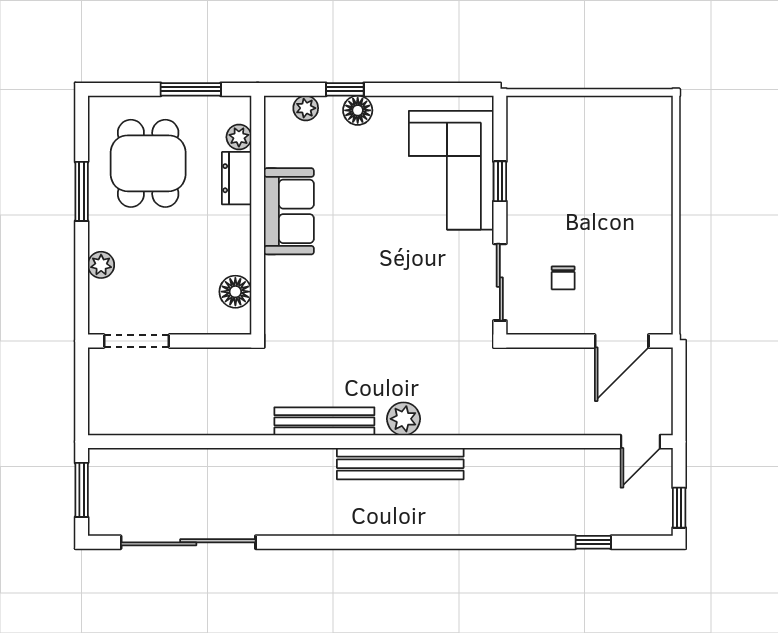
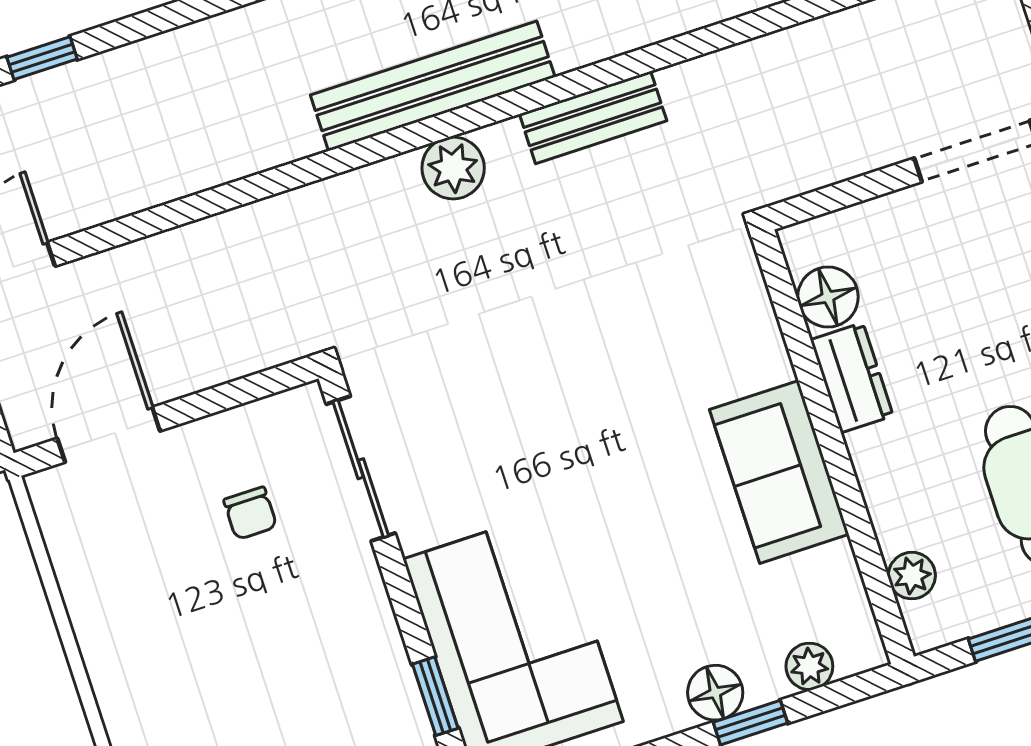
dresser: (237, 178) -> (852, 378), moved
window: (500, 181) -> (435, 696), moved
chair: (563, 278) -> (250, 513), turned 180
bench: (324, 421) -> (593, 117), width x0.73

